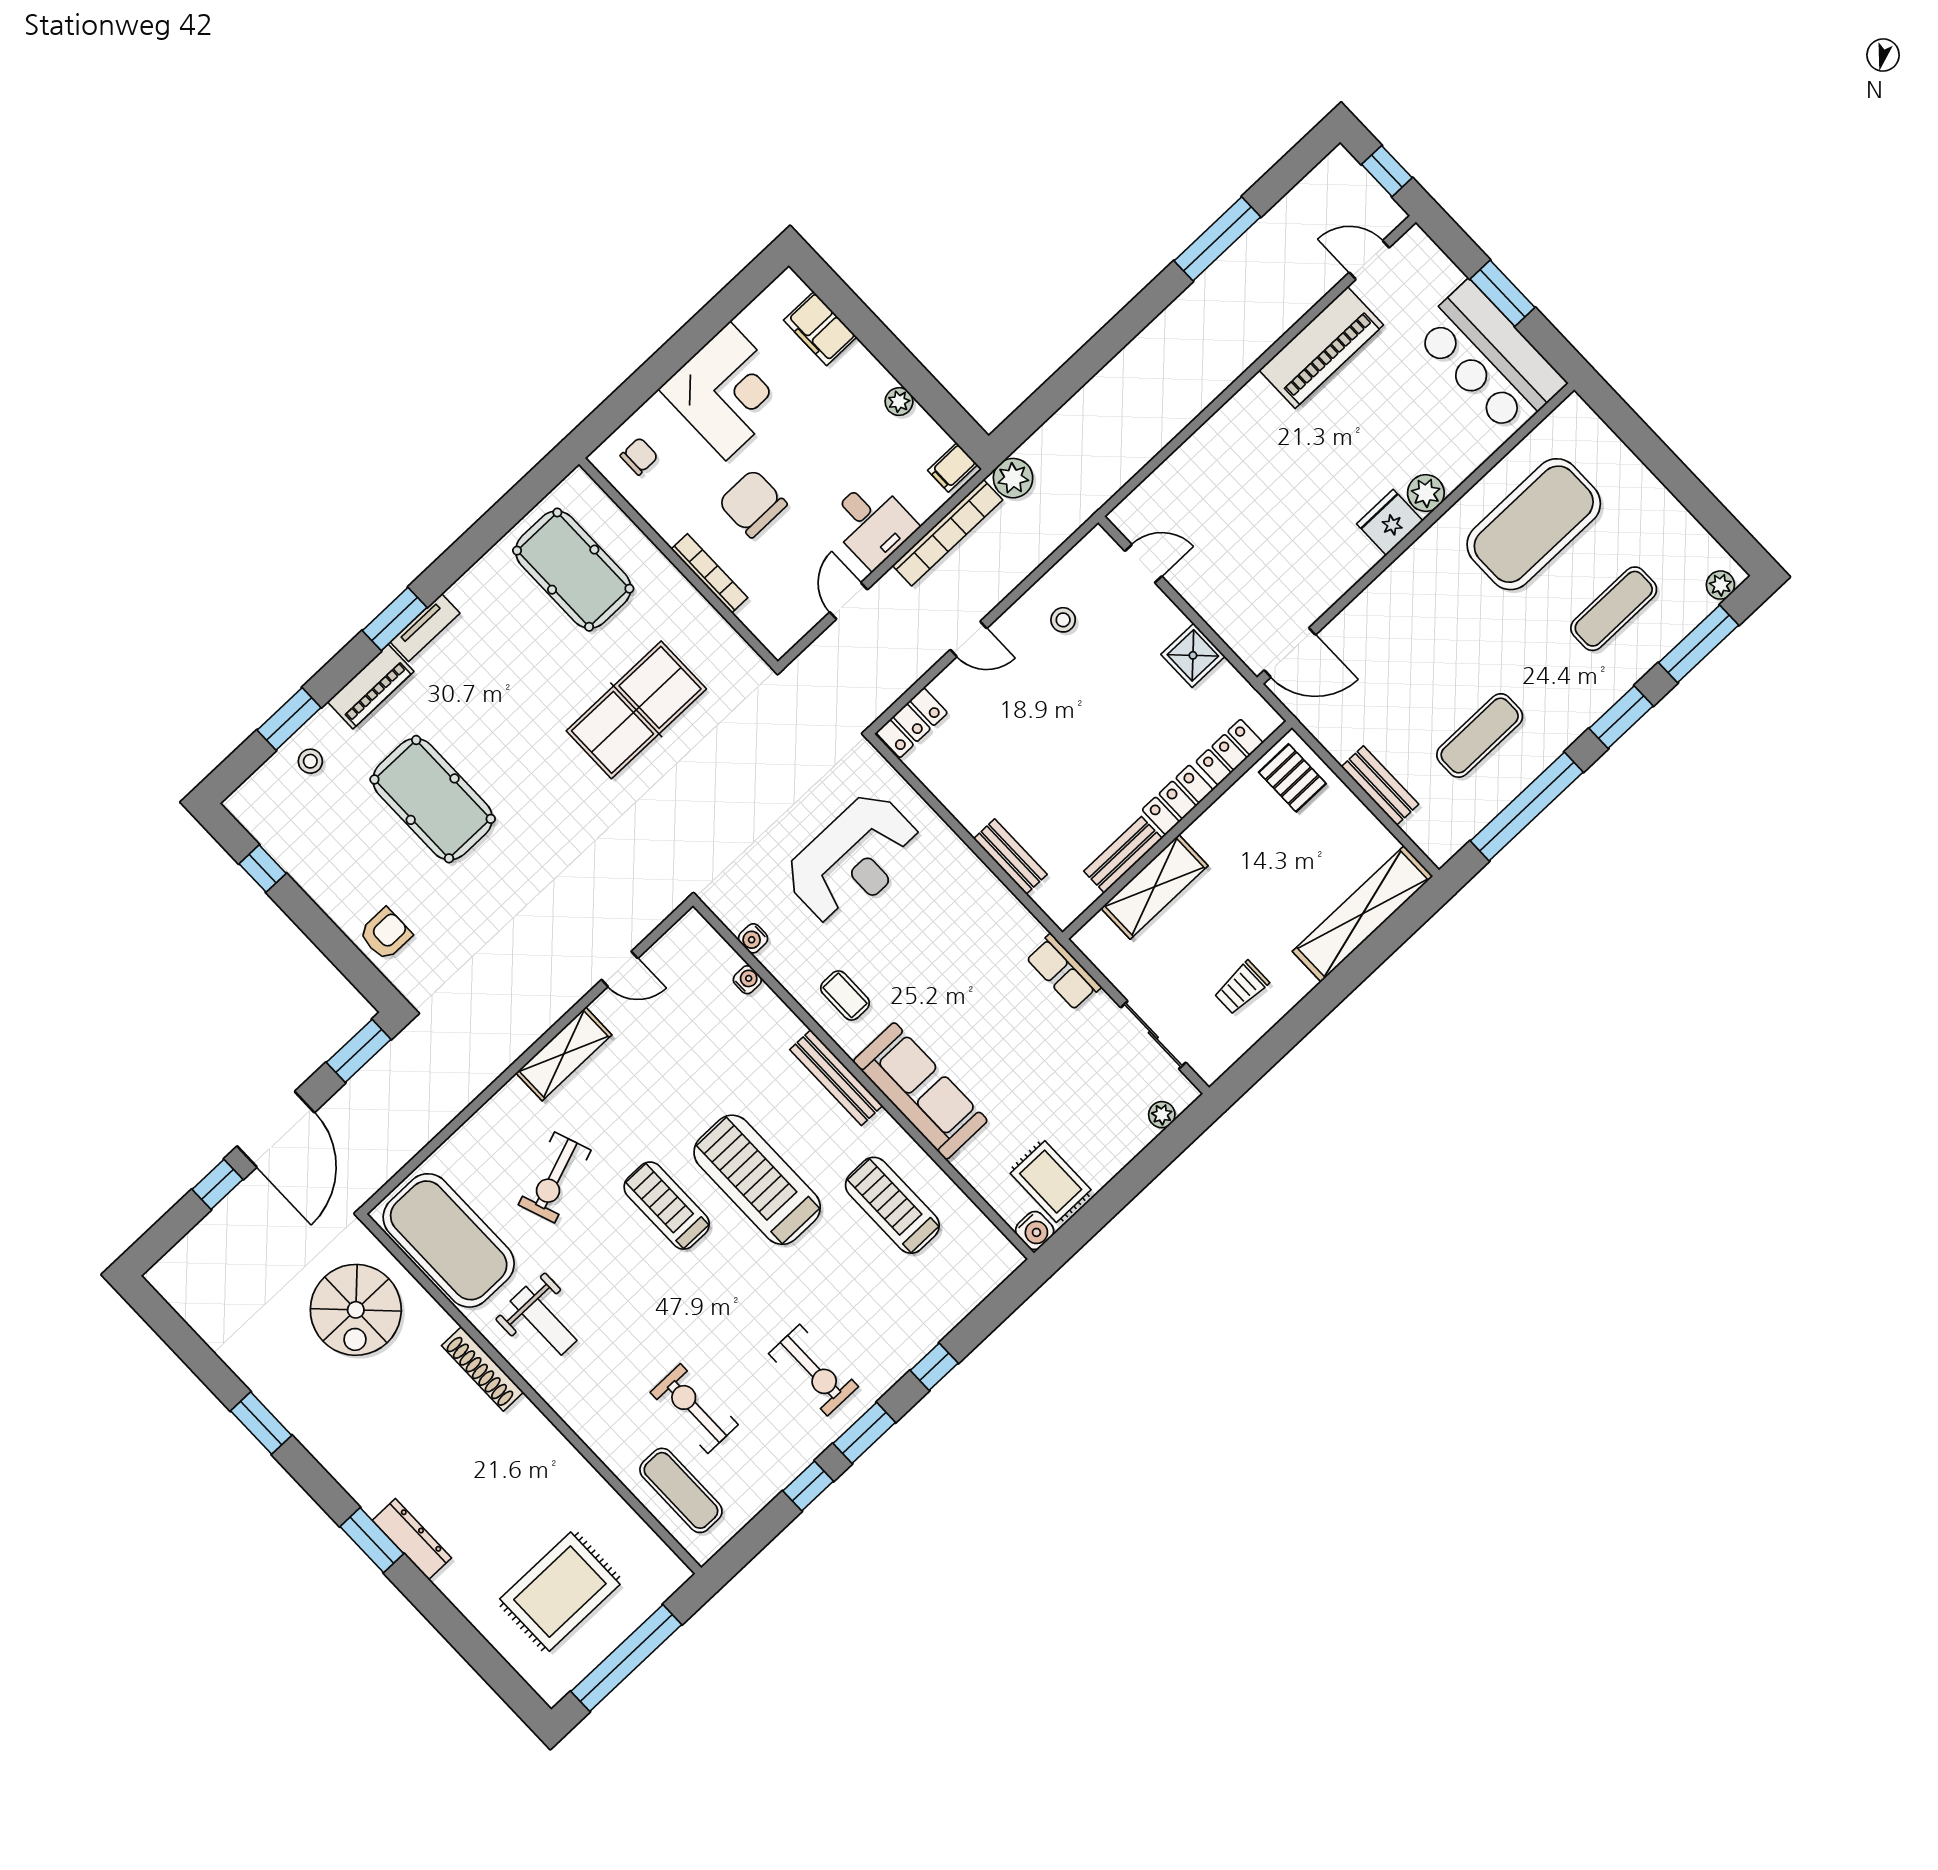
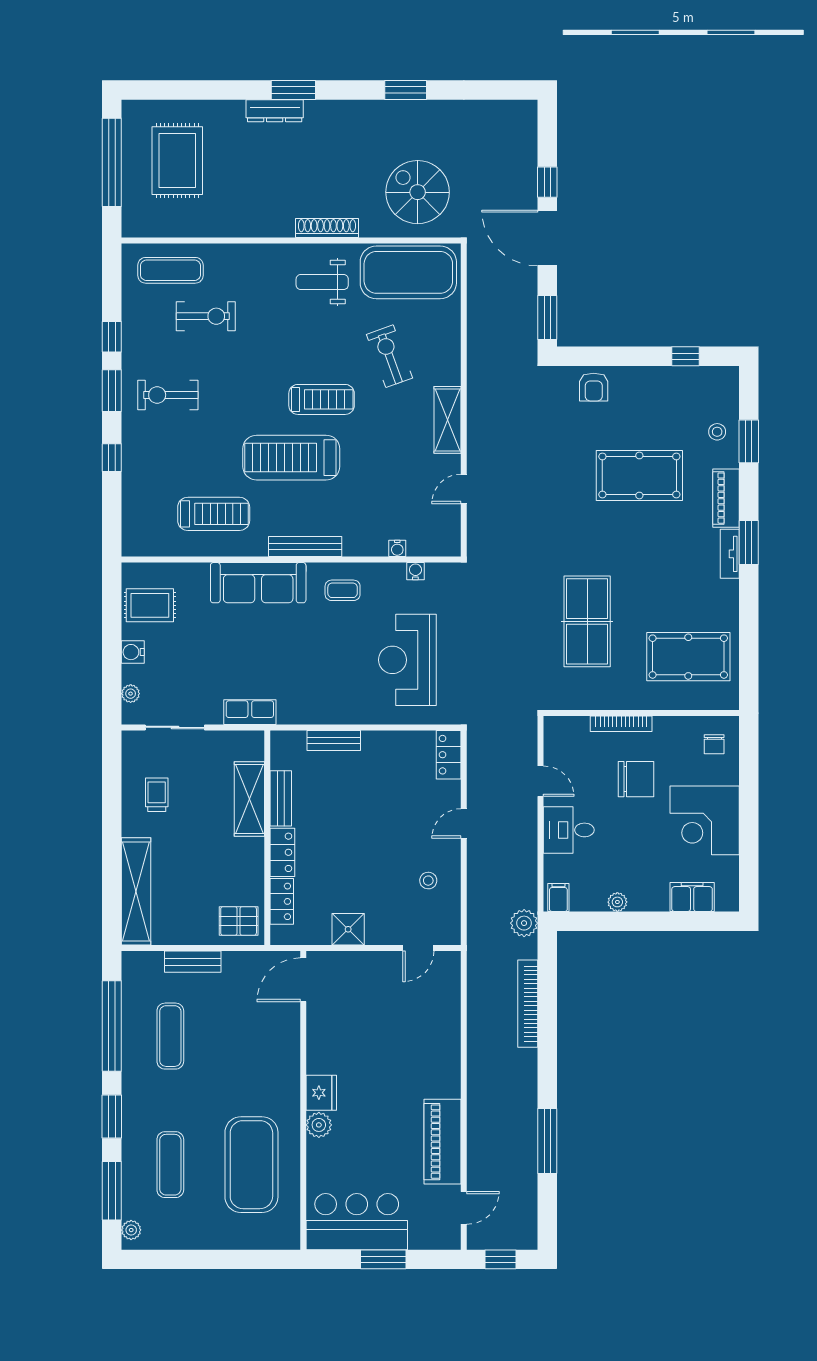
bookcase: (947, 533) -> (528, 1004), moved
treadmill: (757, 1180) -> (291, 458), turned 180
water cooler: (1035, 1231) -> (133, 652), moved

